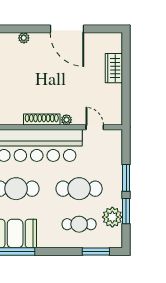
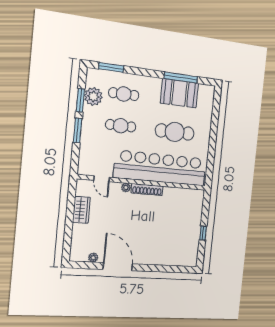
plant: (24, 38) -> (93, 258), moved
wardrobe: (114, 68) -> (81, 210), moved
cafe table: (79, 189) -> (121, 126), width x0.73, depth x0.74

